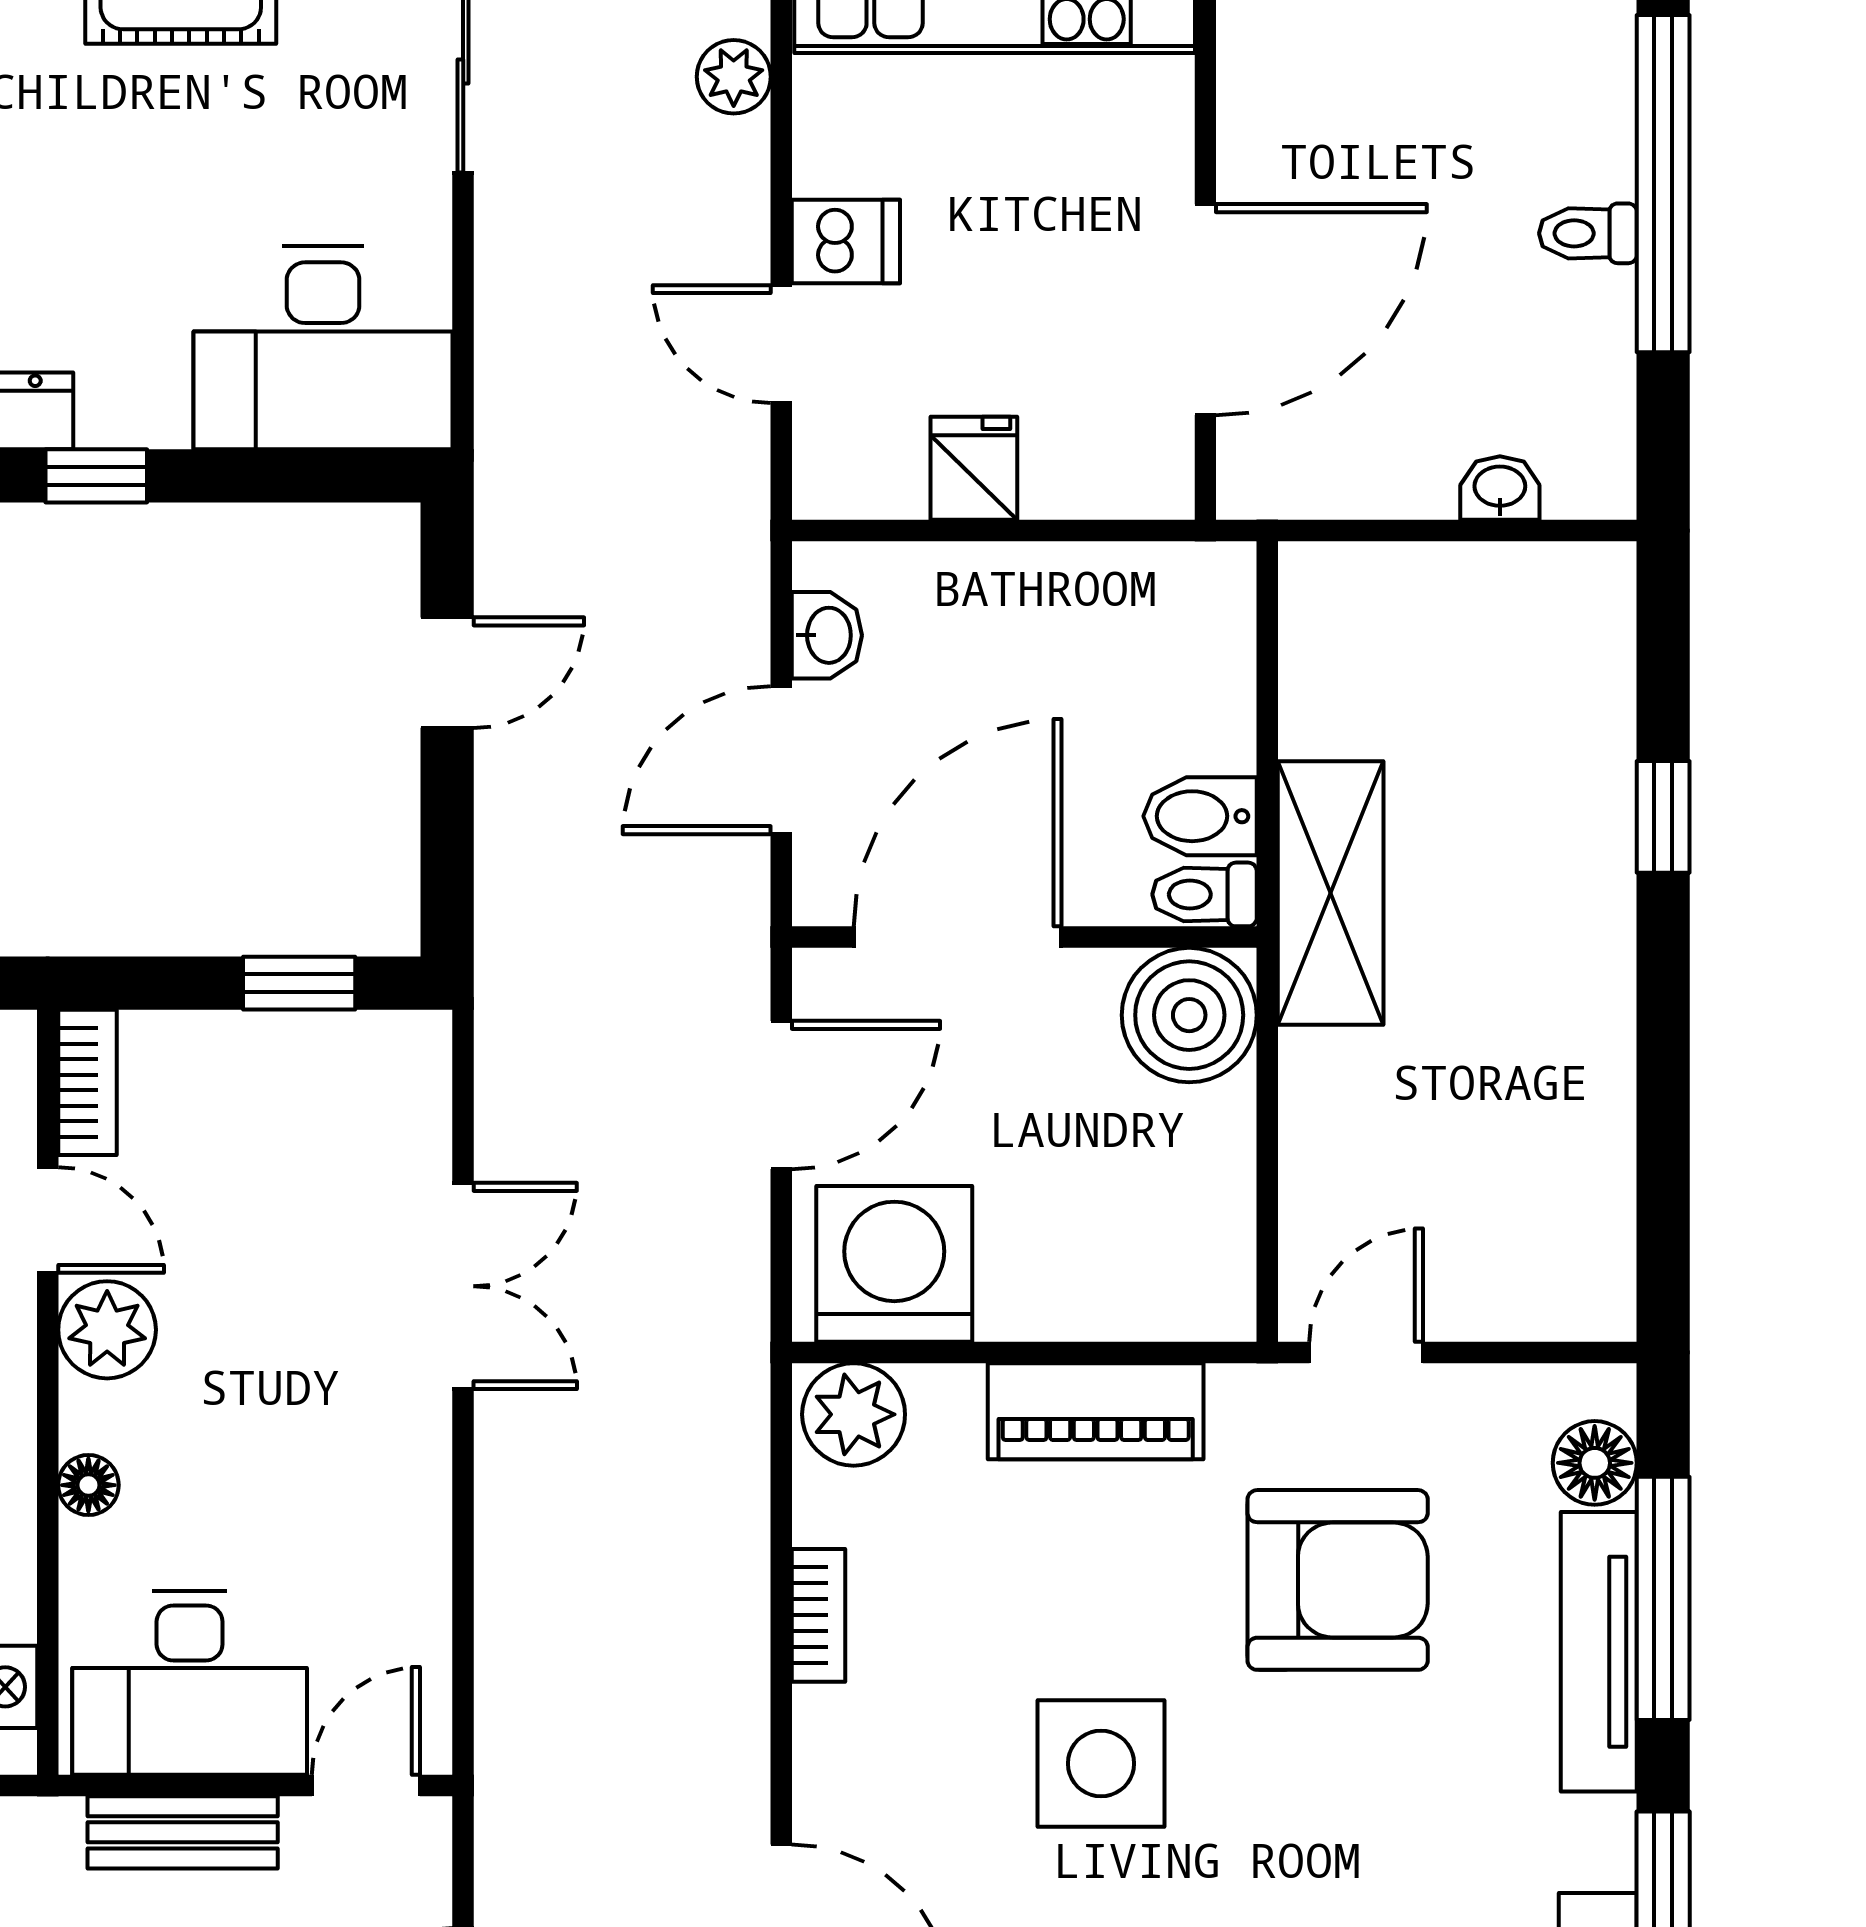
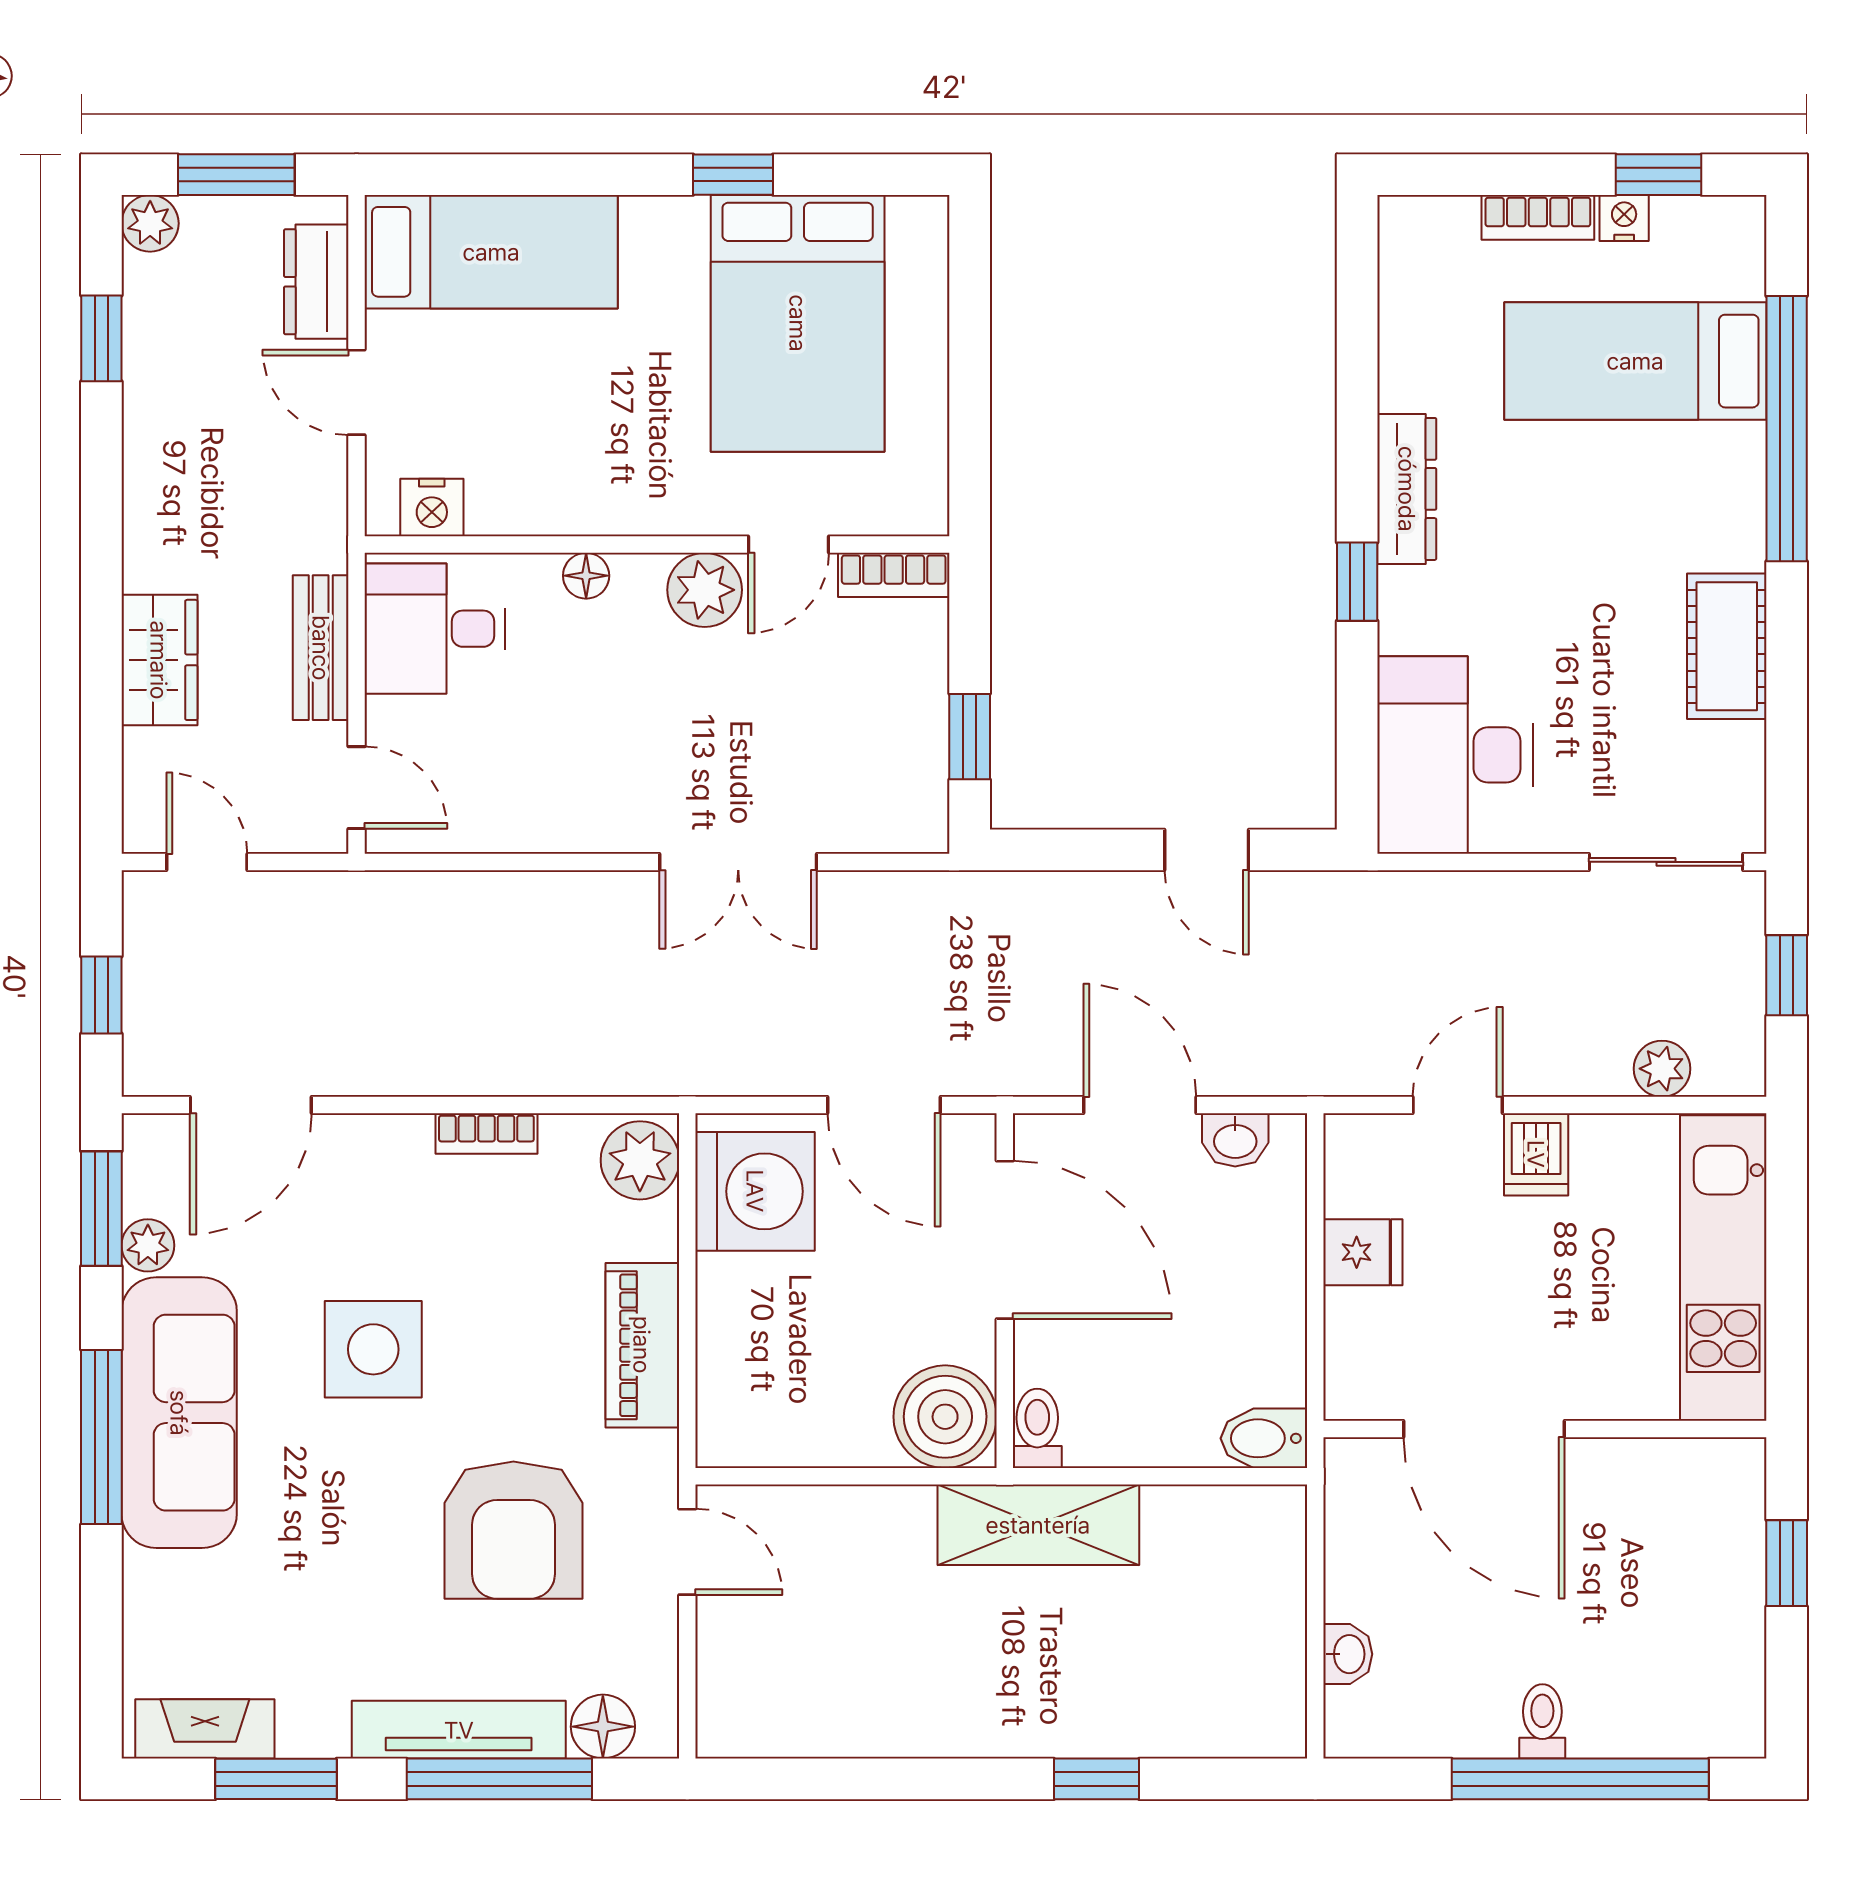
bidet: (1200, 816) -> (1264, 1438), moved, turned -90
desk: (190, 1683) -> (435, 629), width x0.73

